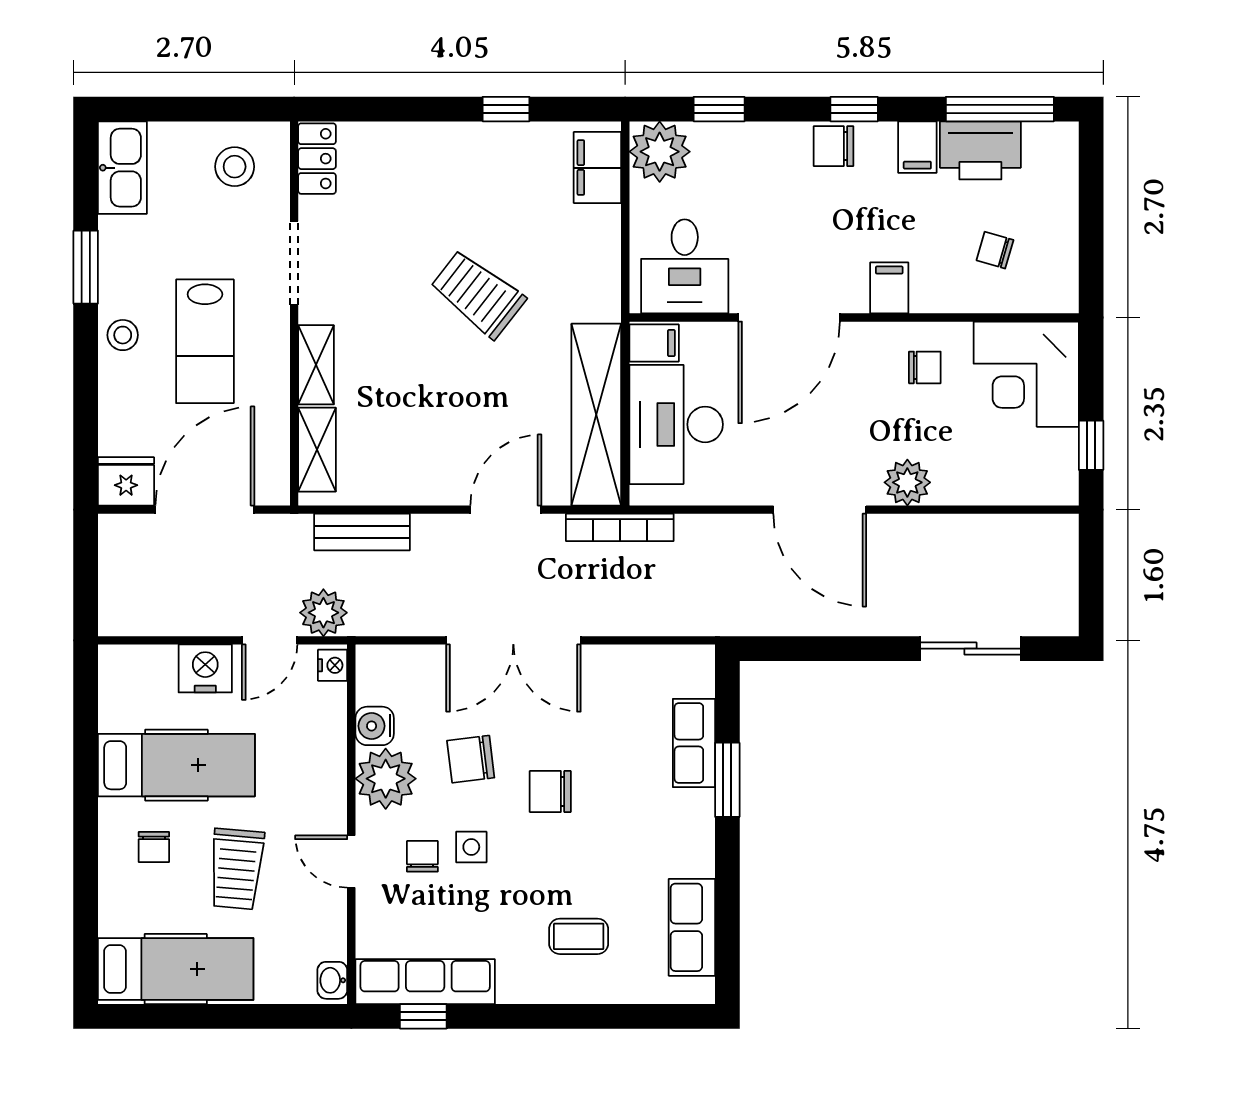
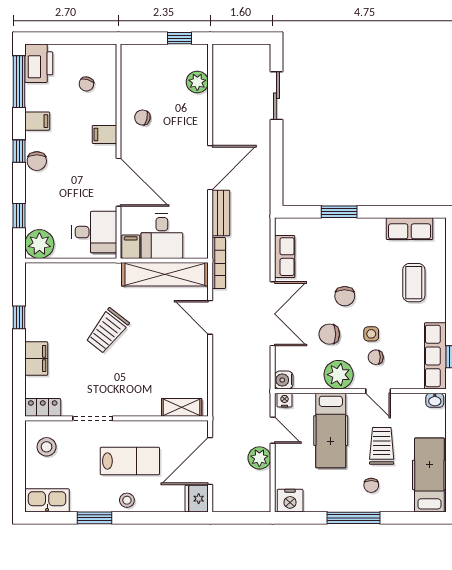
printer: (980, 150) -> (39, 63), moved
filing cabinet: (597, 168) -> (36, 359), moved, turned -90
shelving: (316, 365) -> (141, 408), removed
chair: (925, 367) -> (142, 117), turned -77
corner desk: (1026, 374) -> (146, 69), removed
desk: (676, 424) -> (162, 236), width x0.73
plant: (907, 482) -> (197, 82), moved
door: (205, 510) -> (210, 461), hinge flipped
bench: (362, 532) -> (221, 213), moved
plant: (323, 613) -> (259, 458), moved
nightstand: (205, 668) -> (290, 501), moved, turned -90
water cooler: (375, 726) -> (284, 380), moved, turned 90
row of seats: (694, 743) -> (285, 257), moved, turned -90
chair: (471, 759) -> (329, 334), turned 97
hospital bed: (176, 765) -> (331, 431), moved, turned 180
window: (86, 810) -> (353, 518), added
chair: (154, 847) -> (371, 485), turned 90
door: (351, 862) -> (378, 391), hinge flipped
trolley: (236, 869) -> (382, 446), turned -95
coffee table: (579, 936) -> (414, 283), width x1.36, depth x1.30

